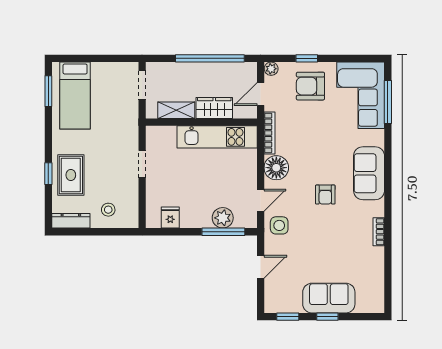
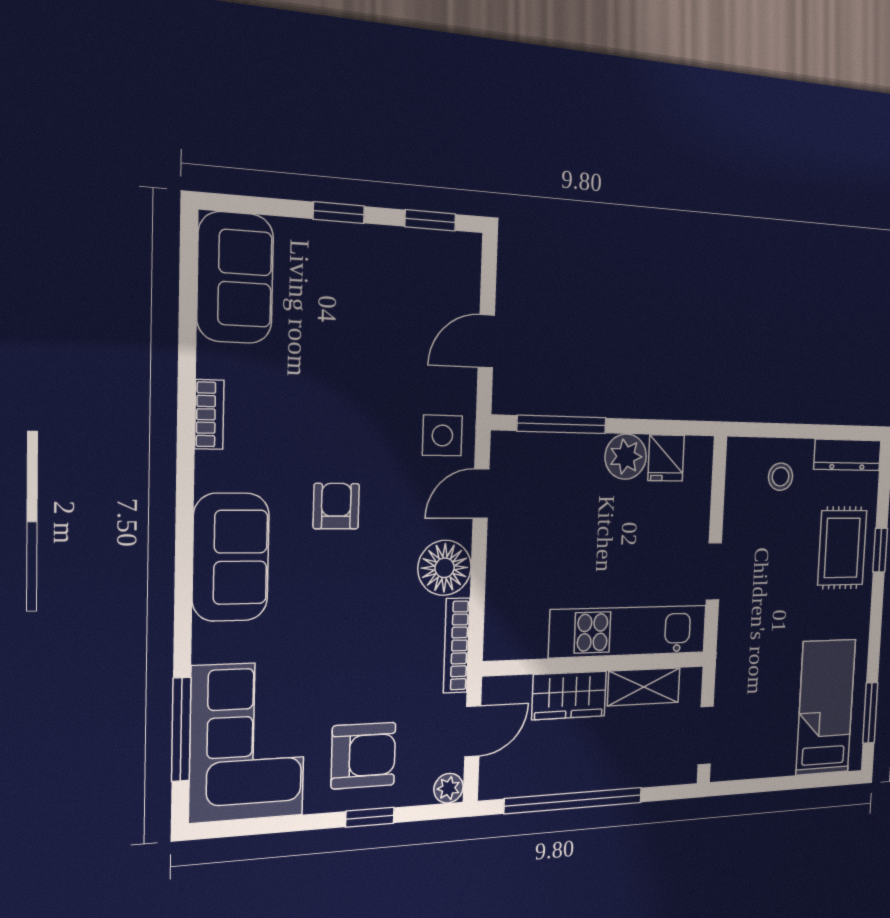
kitchen unit: (217, 137) -> (629, 631), moved
plant: (223, 218) -> (626, 457), moved
sofa: (329, 298) -> (235, 278), moved, turned -90

